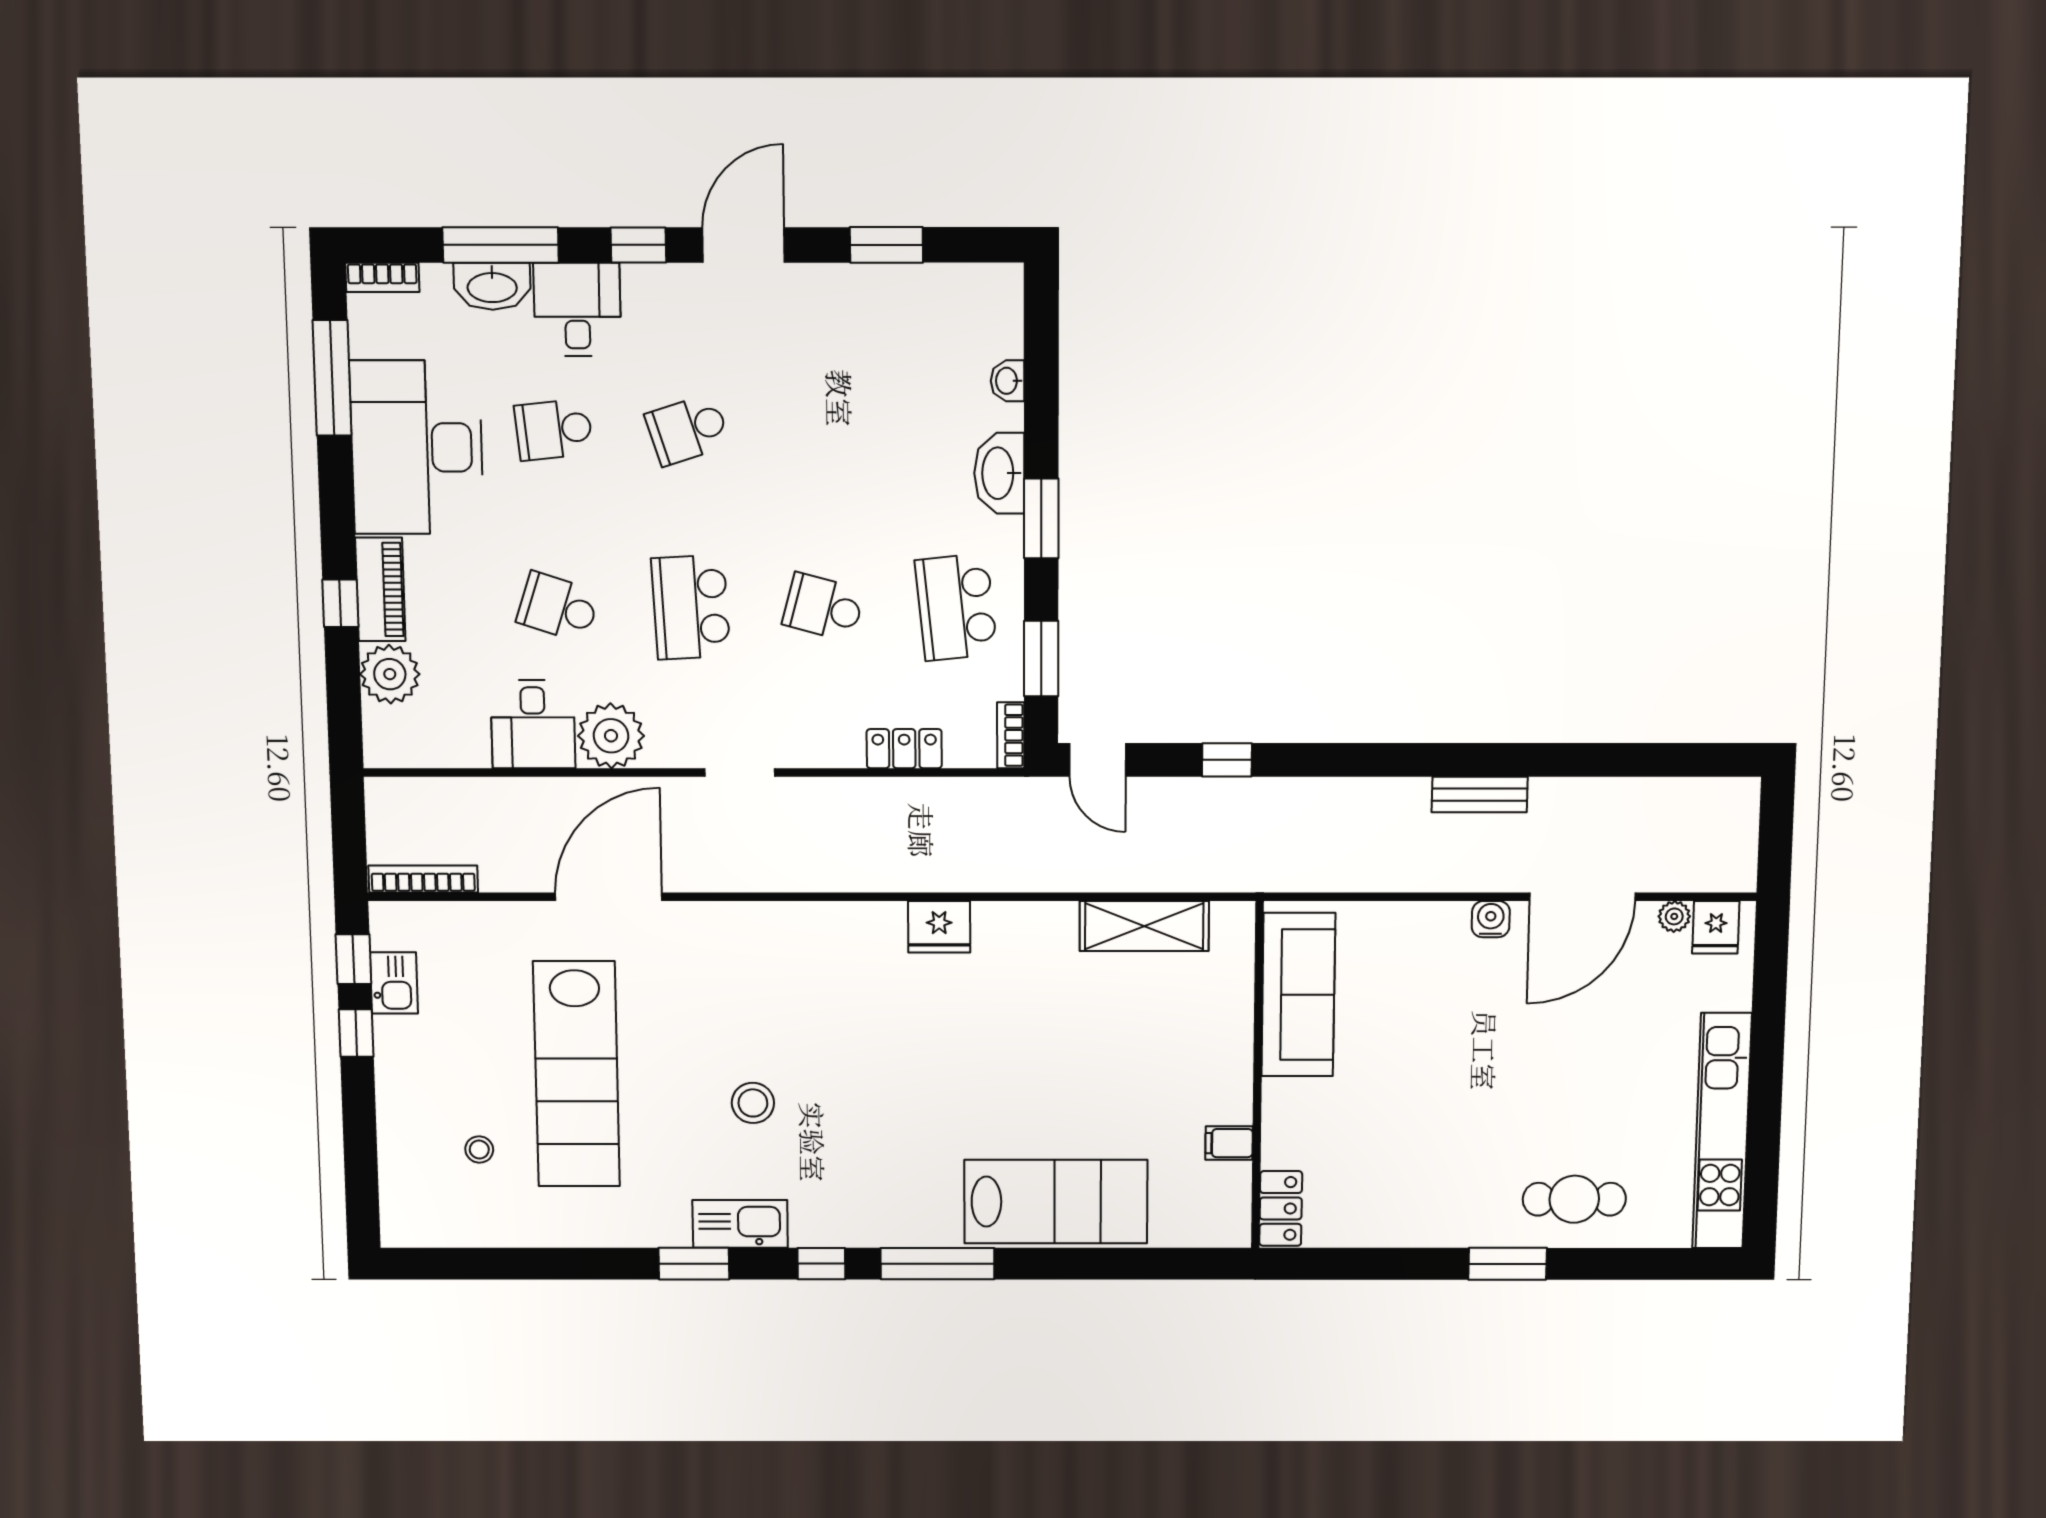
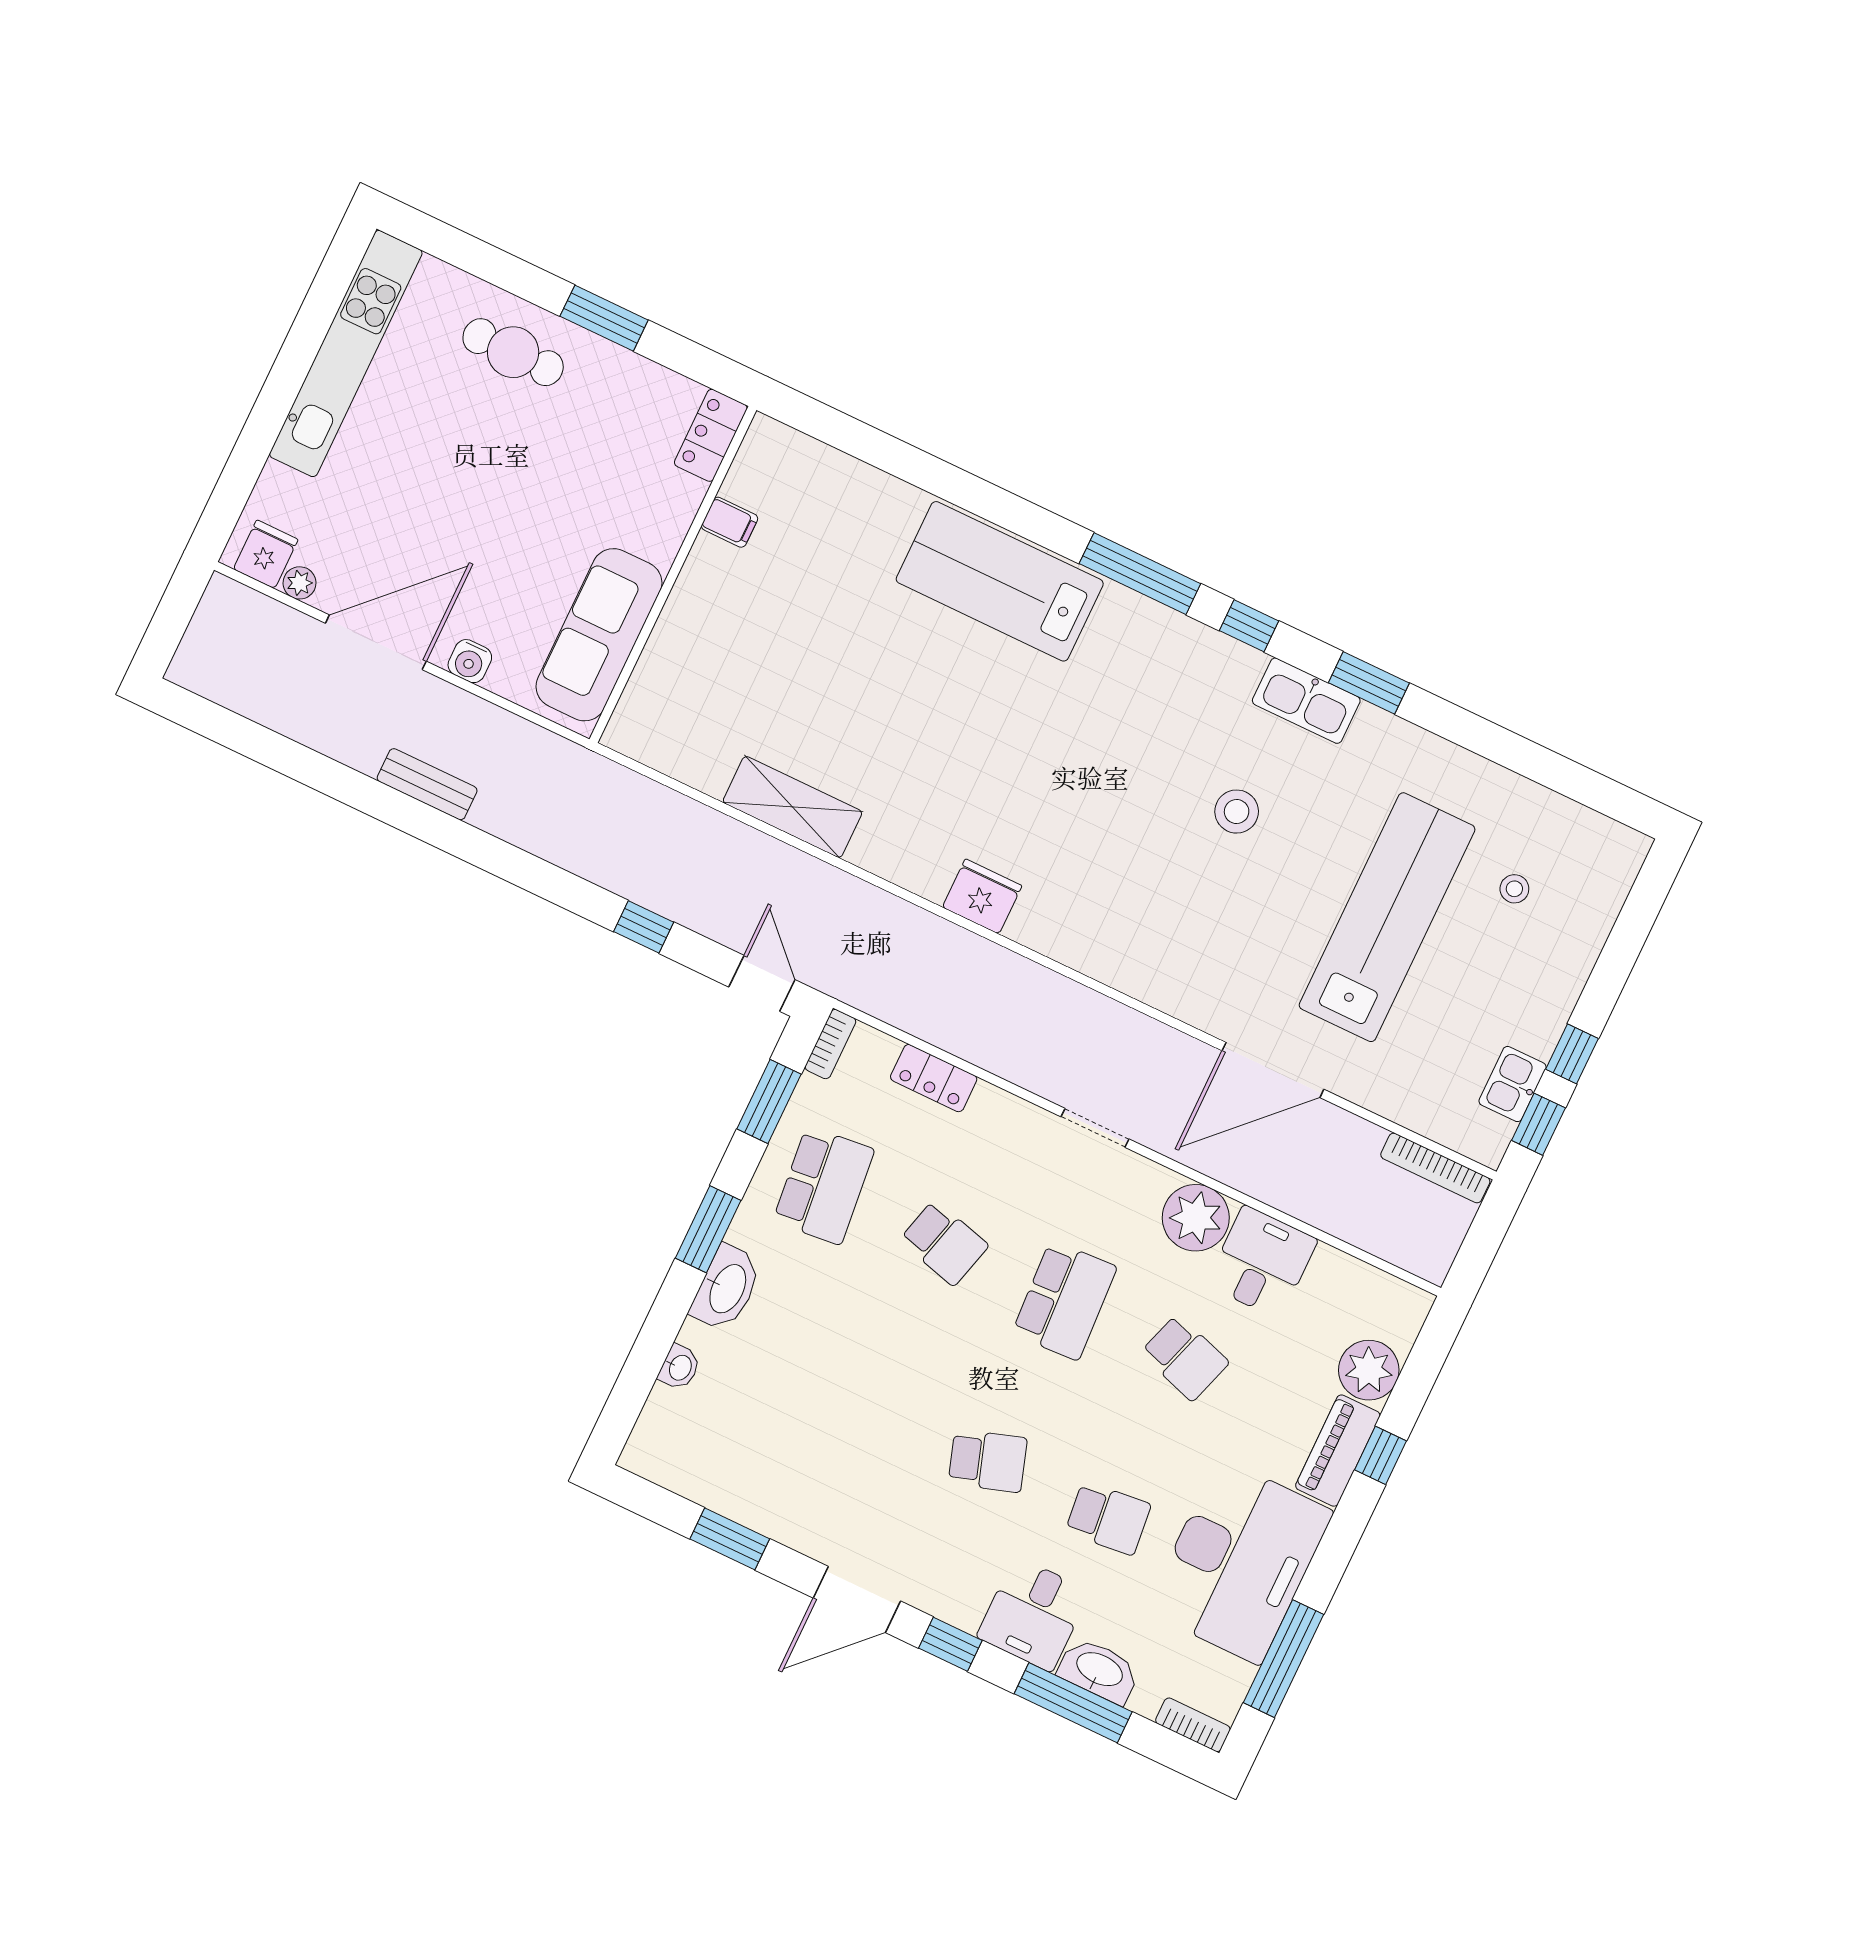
sofa: (1298, 995) -> (599, 635), moved
wall: (1257, 1076) -> (673, 575), moved
filing cabinet: (1229, 1143) -> (730, 522), moved
locker: (1281, 1208) -> (711, 435), moved

